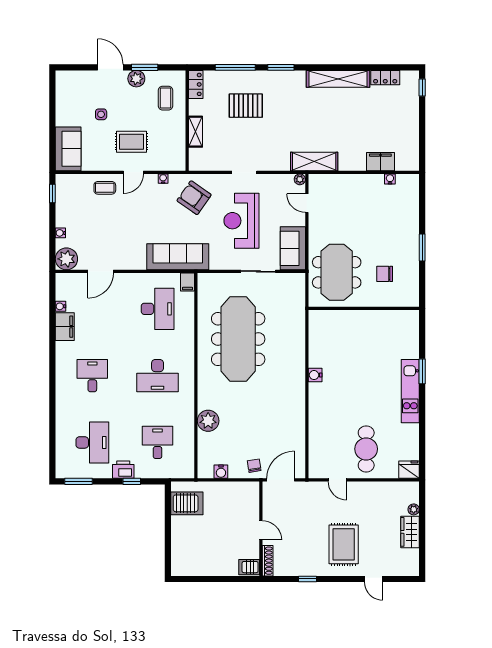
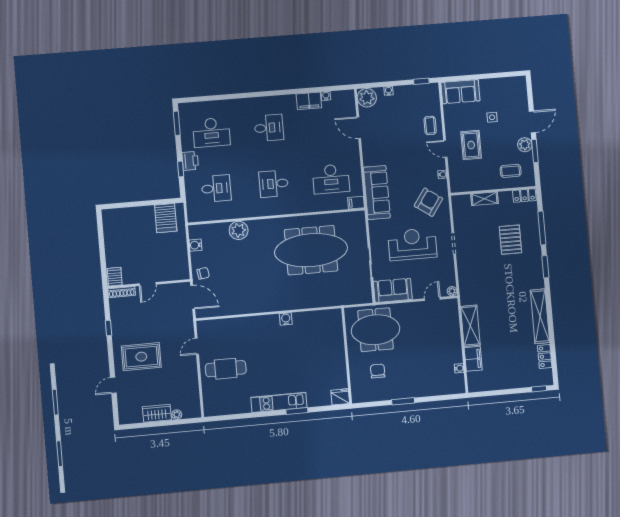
shelving: (314, 161) -> (470, 326), moved
desk: (158, 376) -> (274, 184), width x0.73
fridge: (409, 470) -> (340, 397), moved, turned -90

